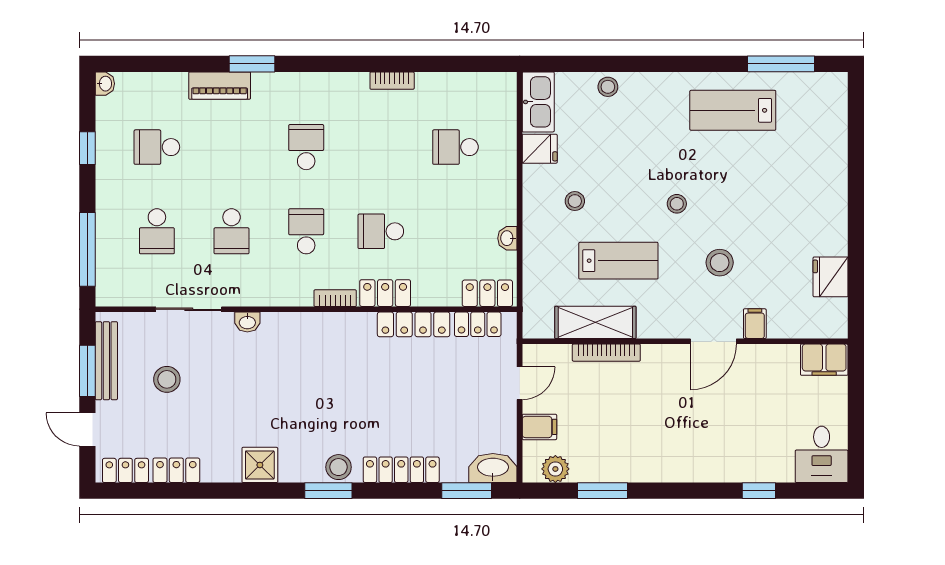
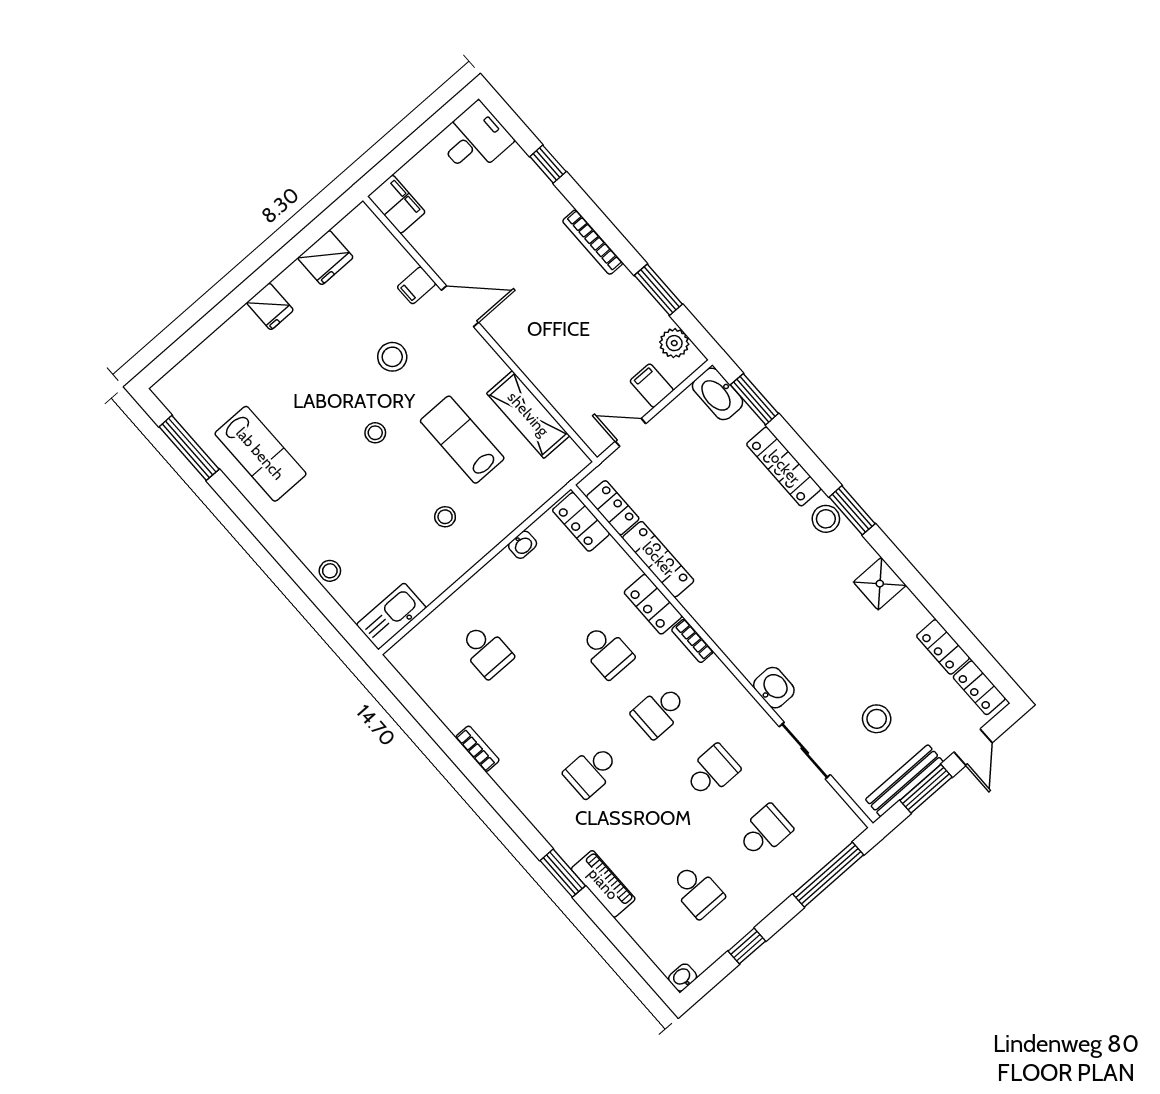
fridge: (540, 149) -> (270, 306), moved, turned 180
washbasin: (247, 322) -> (774, 688), width x1.38, depth x1.45
bookcase: (606, 353) -> (593, 242), moved, turned 180

